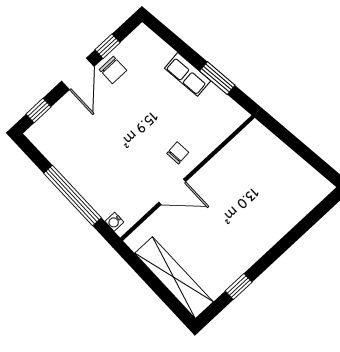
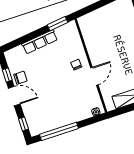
row of seats: (188, 74) -> (40, 42), width x1.48
window: (217, 78) -> (57, 24), moved
window: (72, 195) -> (59, 131), moved

